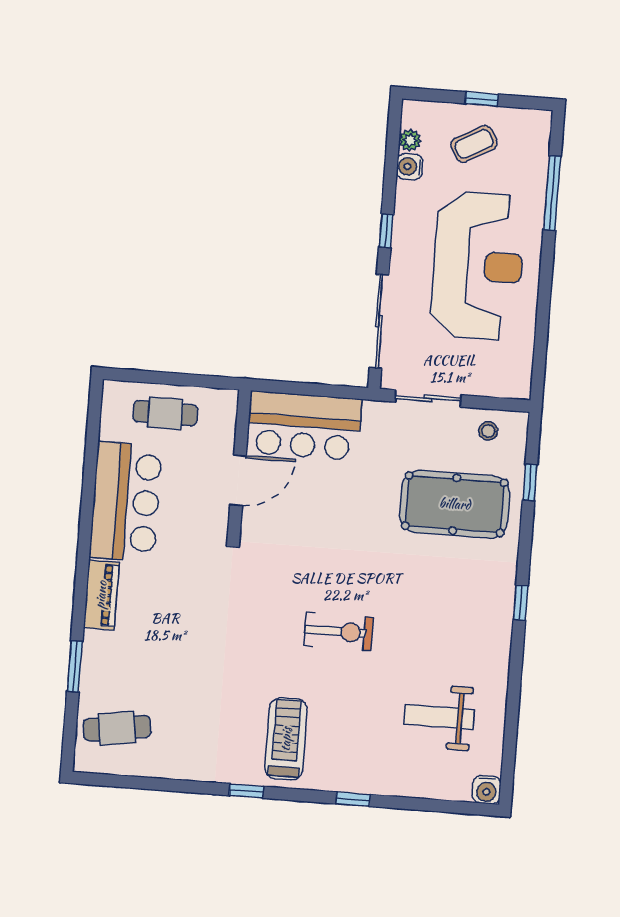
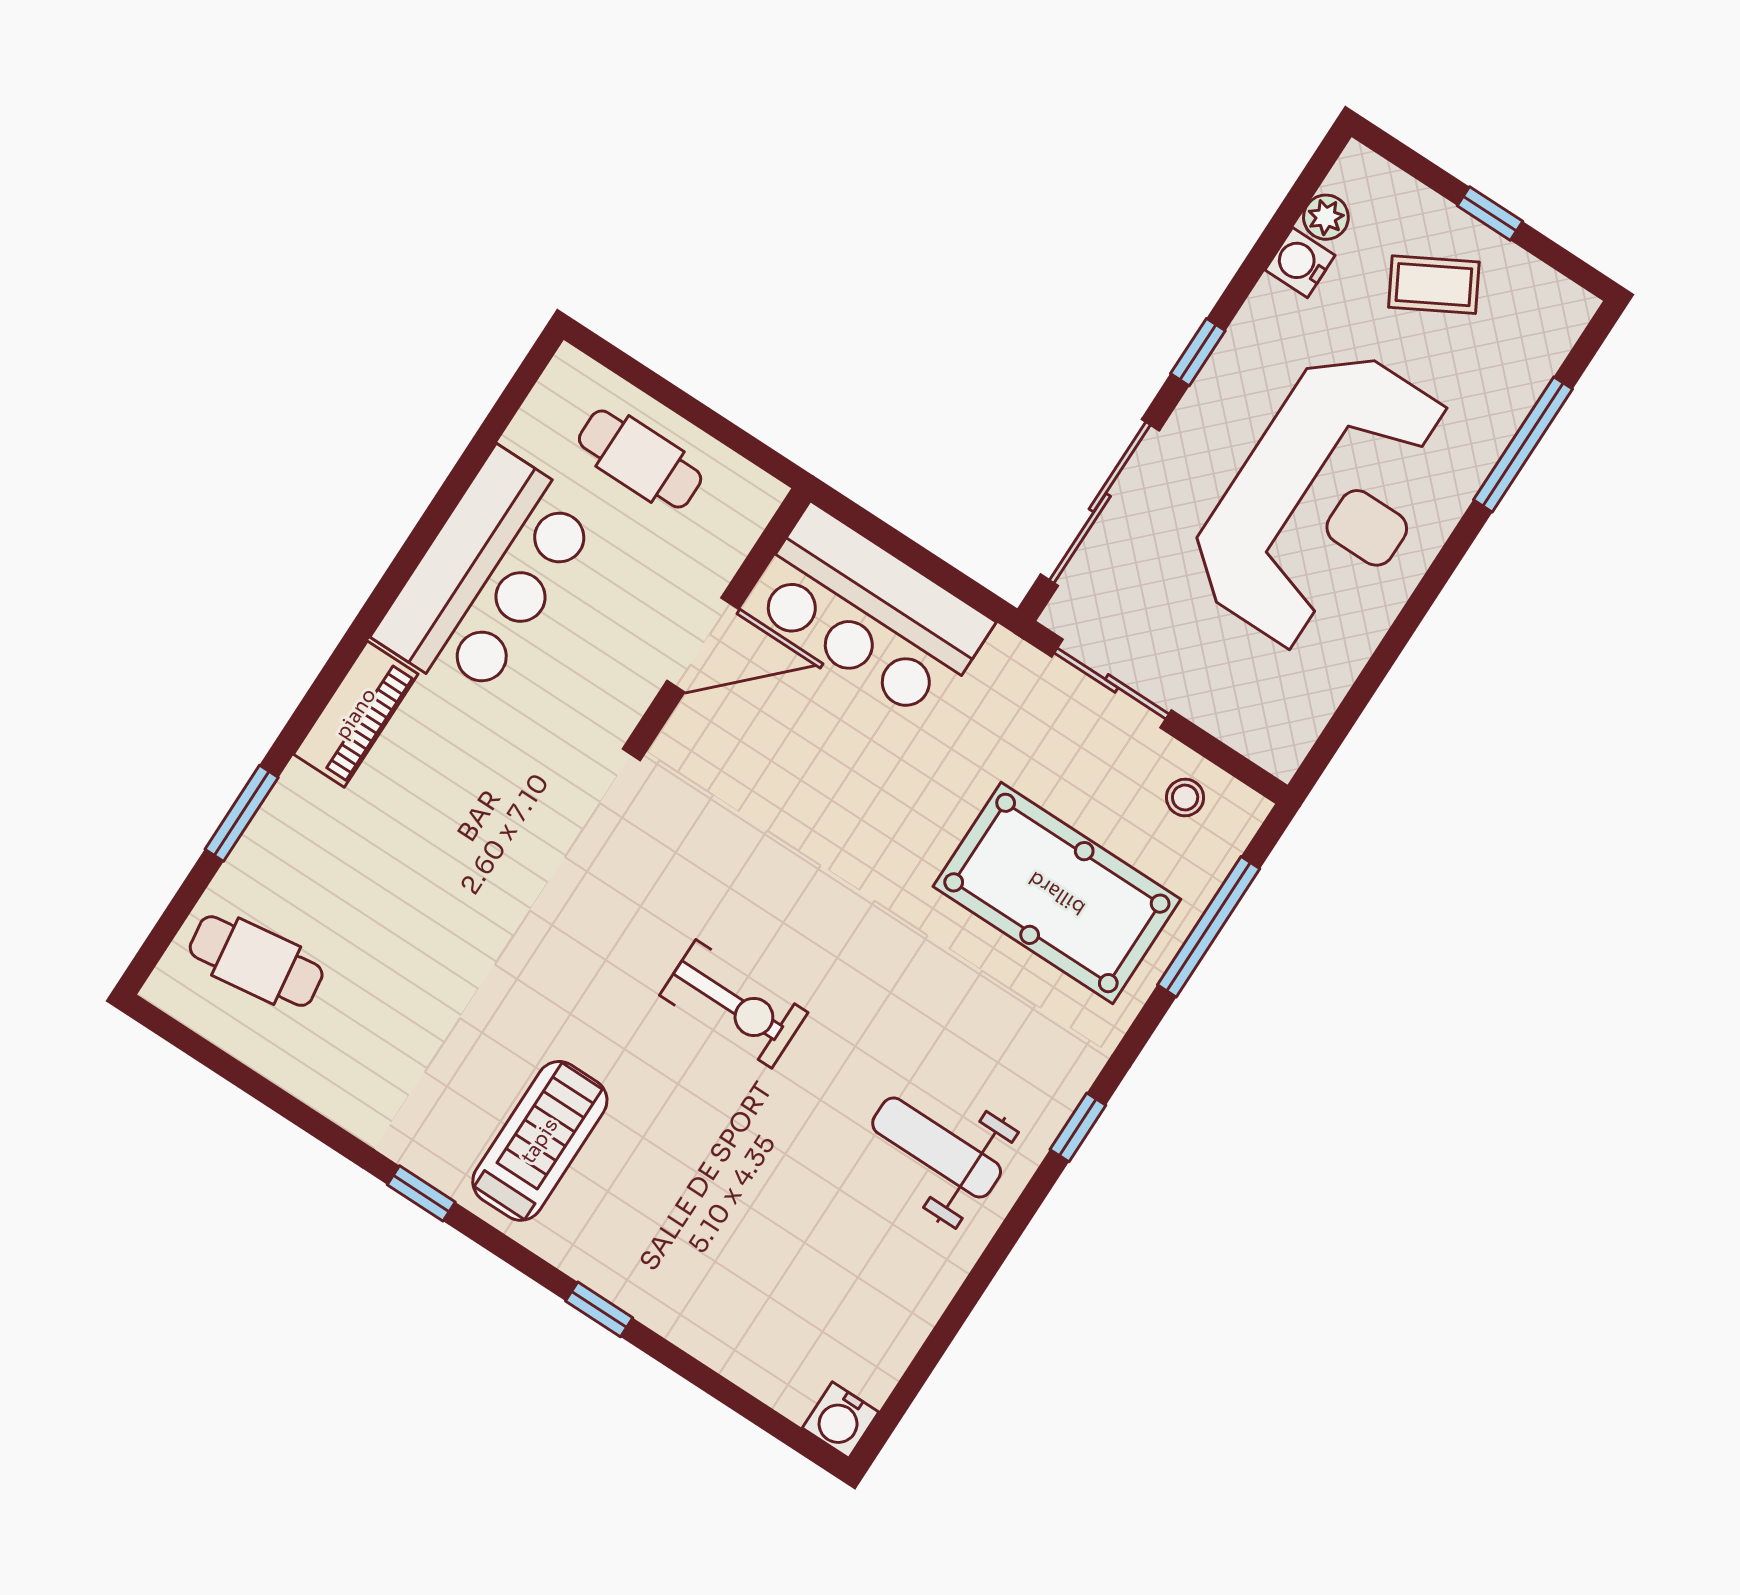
window: (530, 482) -> (1209, 927), width x2.17
weight bench: (439, 717) -> (937, 1147), moved

